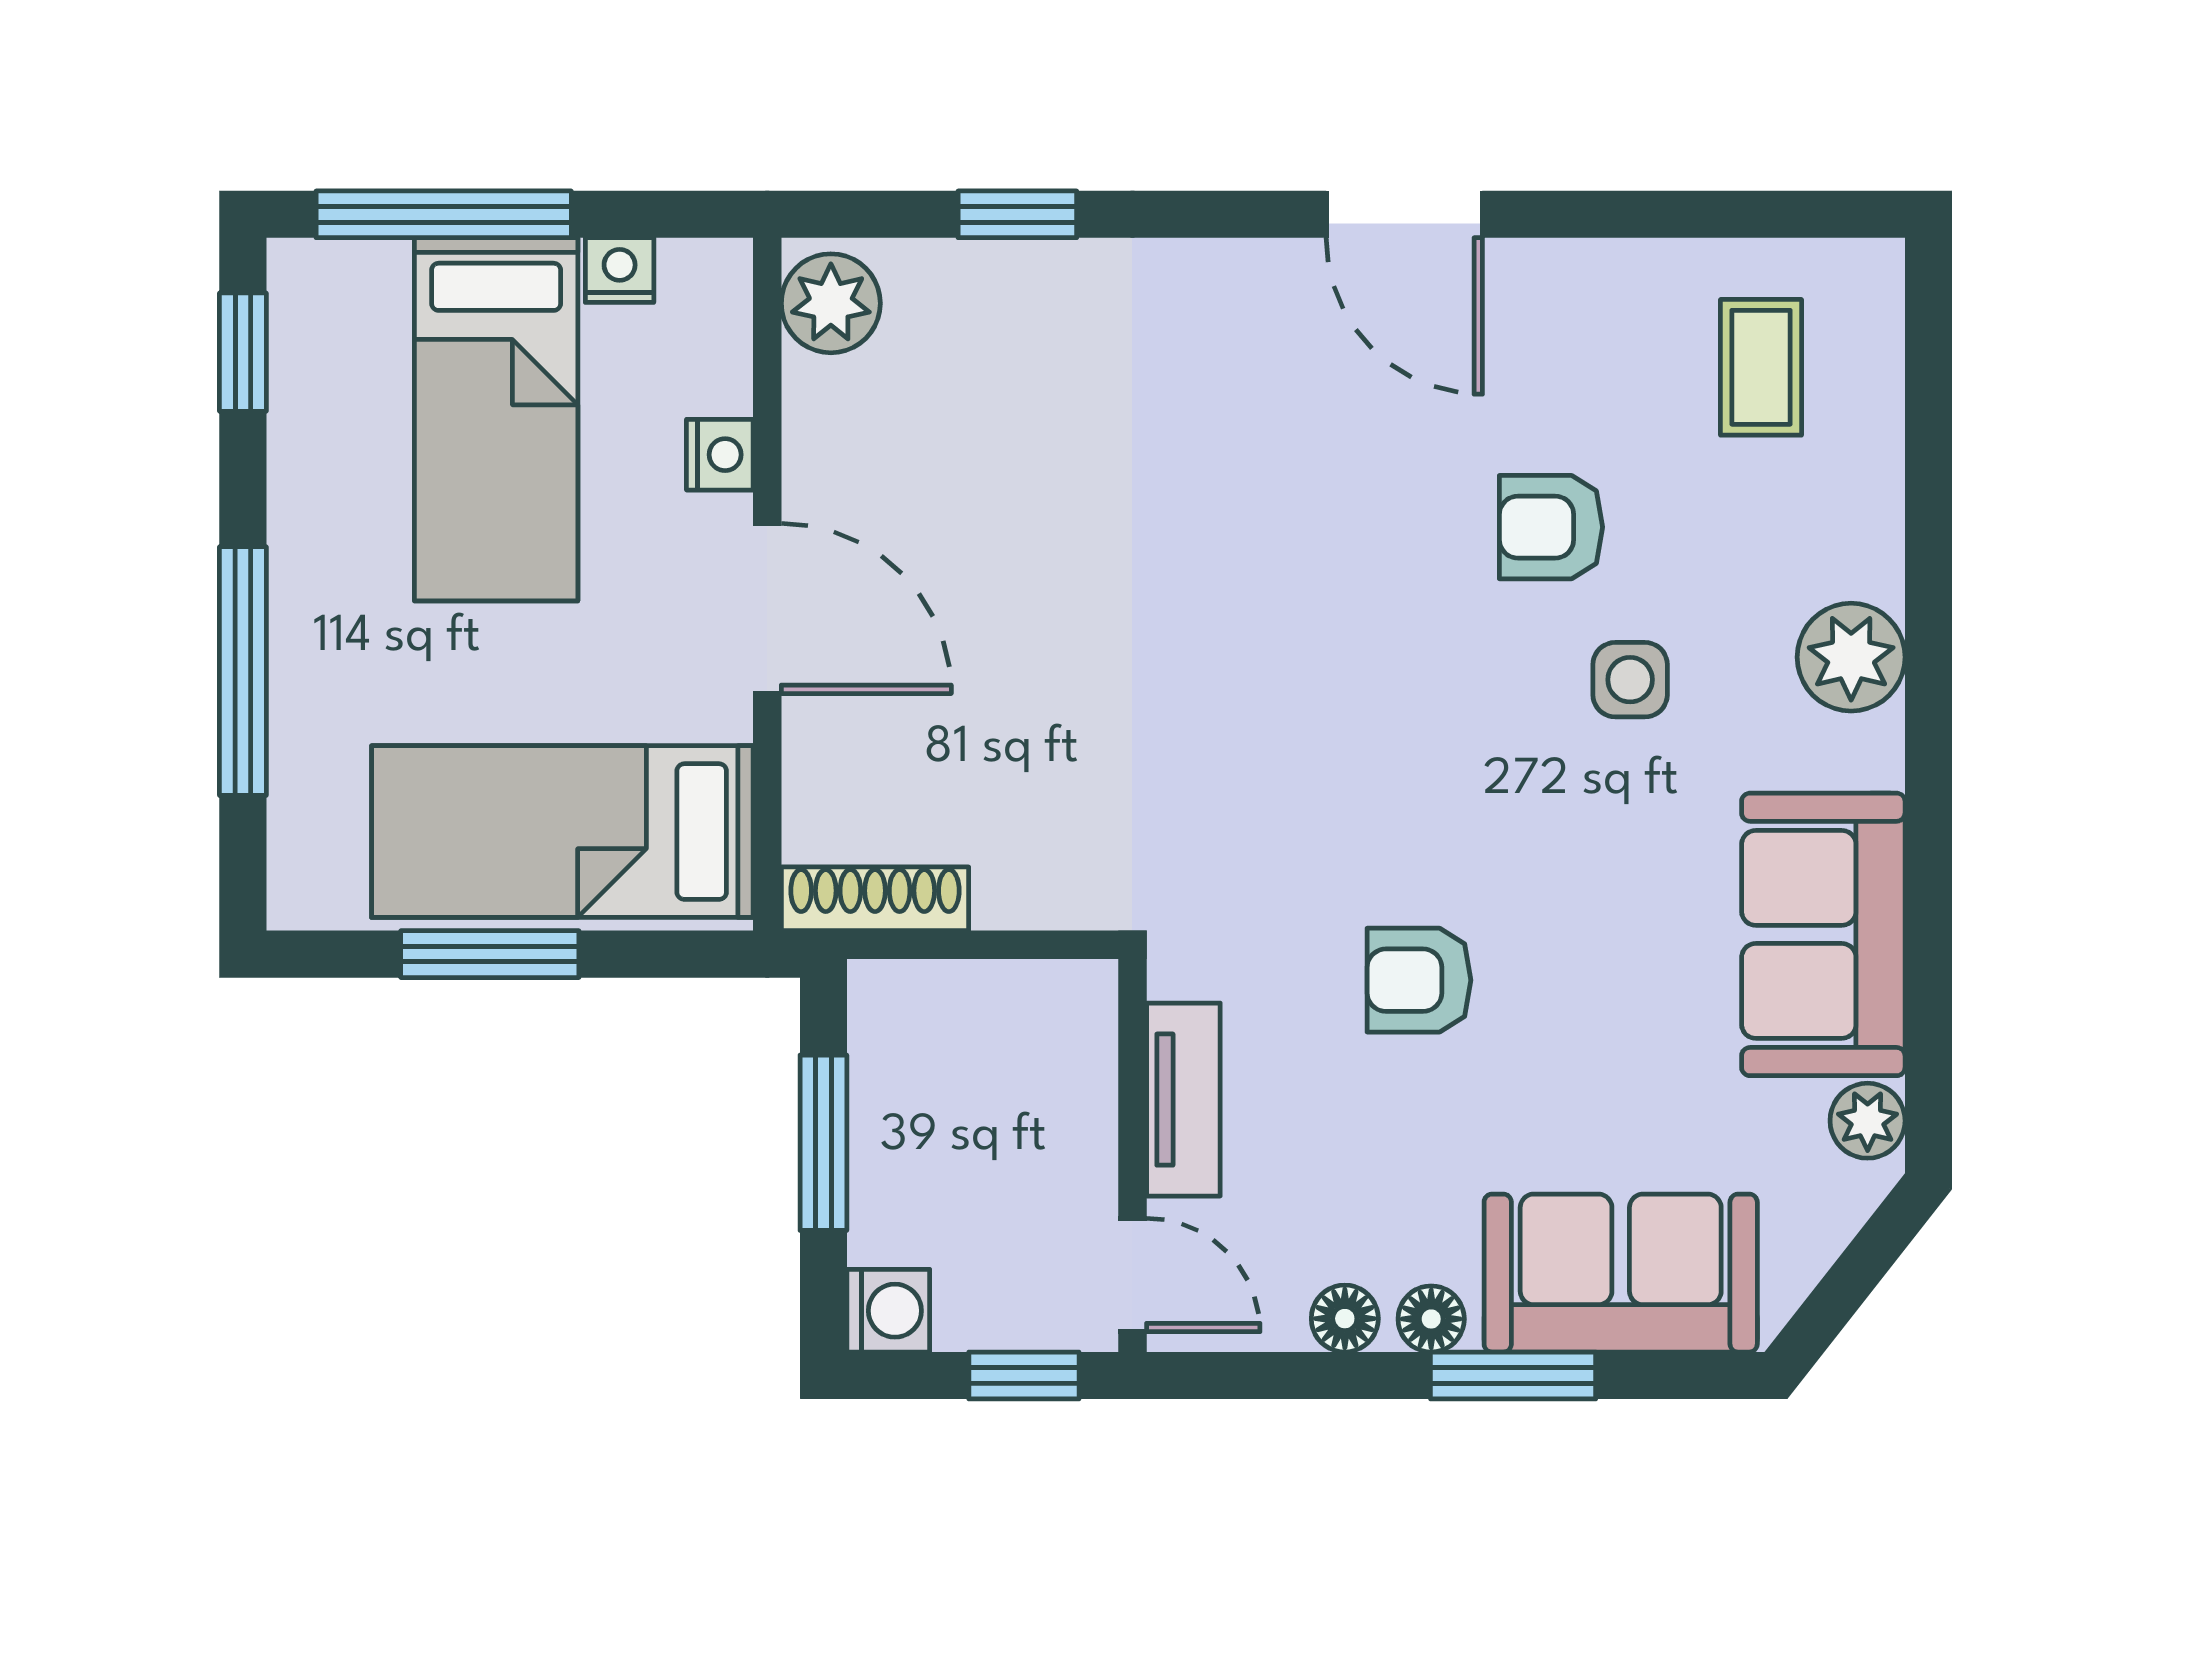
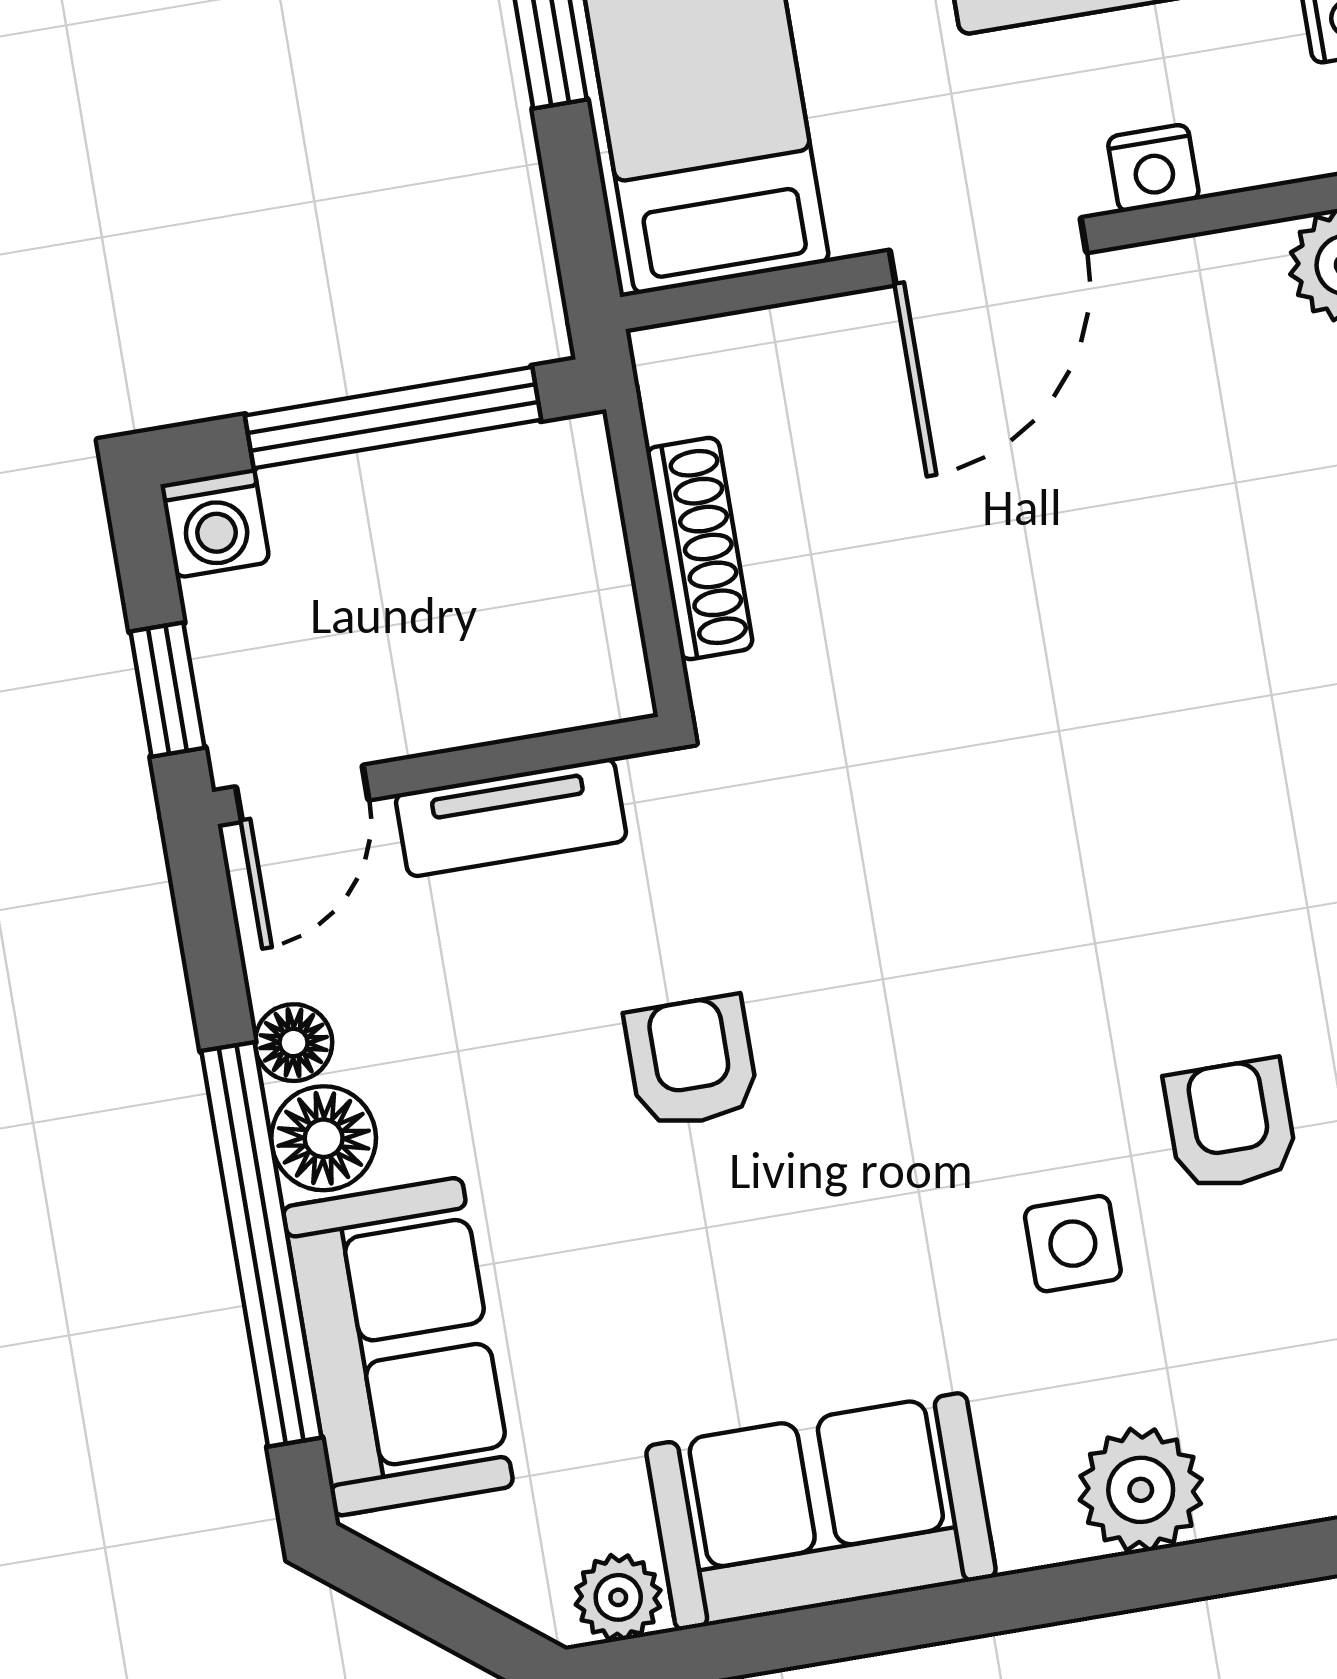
shoe rack: (875, 899) -> (700, 548), moved
window: (823, 1143) -> (393, 418), width x1.44
floor lamp: (1431, 1319) -> (324, 1138), width x1.37, depth x1.37
window: (1513, 1375) -> (261, 1244), width x2.11

